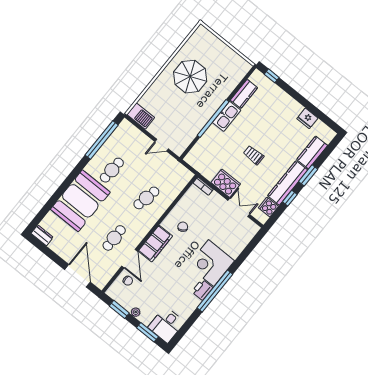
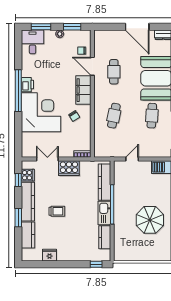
kitchen counter: (204, 144) -> (104, 182), added
trolley: (254, 155) -> (57, 211), moved
window: (290, 198) -> (18, 180), moved
double door: (239, 207) -> (47, 159), swing flipped
corner desk: (211, 263) -> (41, 112), width x1.36, depth x1.36
door: (78, 276) -> (137, 27), moved

